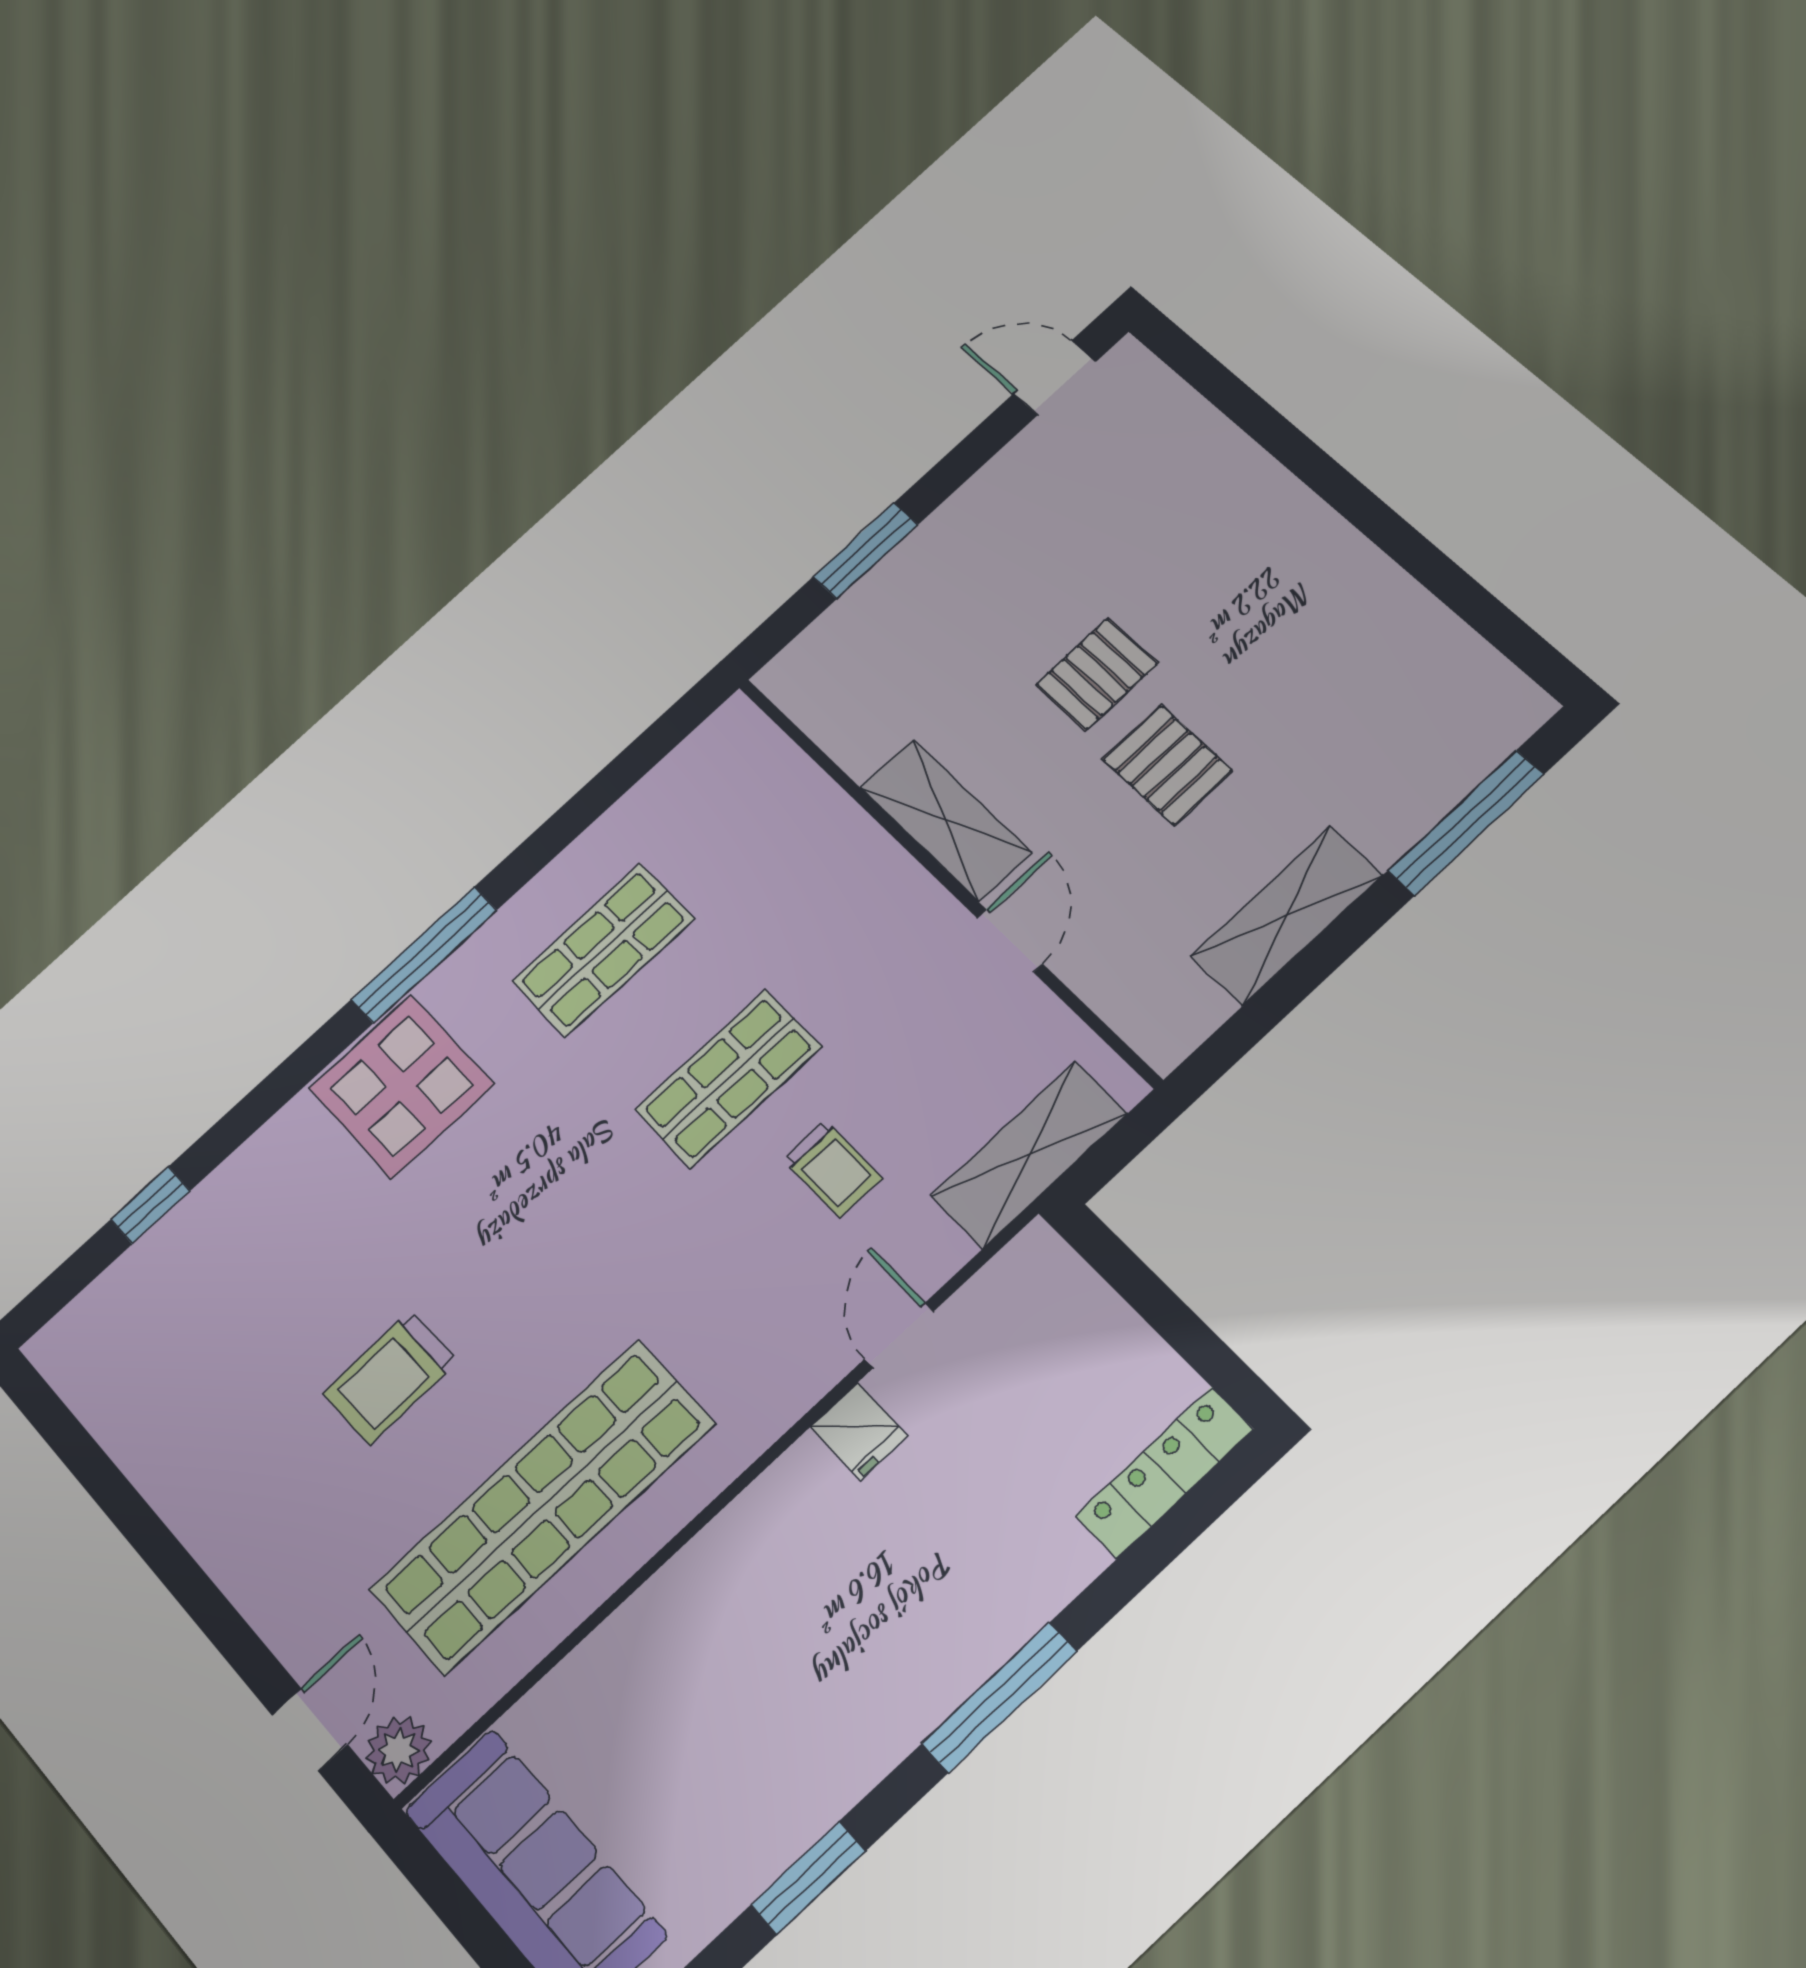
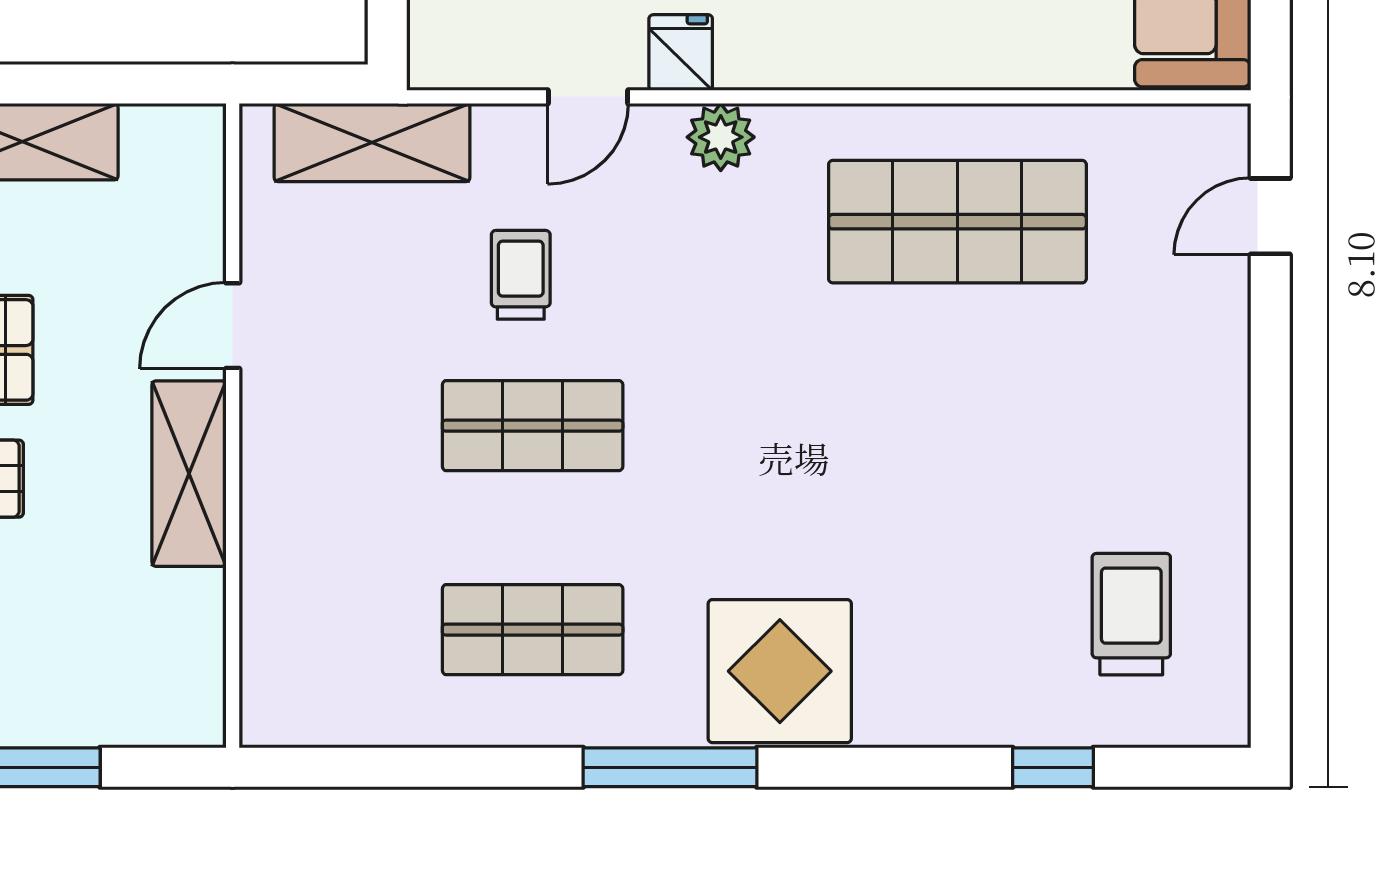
trolley: (390, 1377) -> (1131, 614), moved, turned -89
shop shelf: (542, 1506) -> (957, 222), width x0.71
plant: (398, 1750) -> (721, 137), moved

